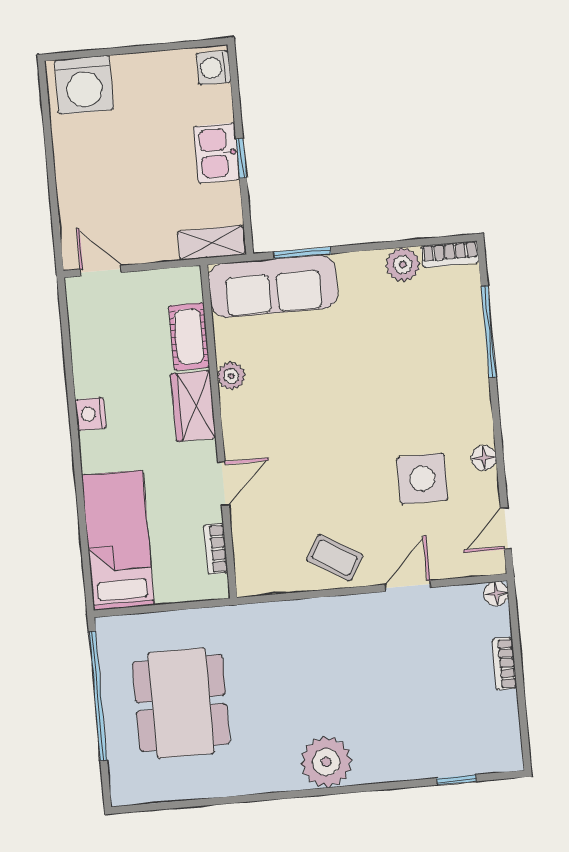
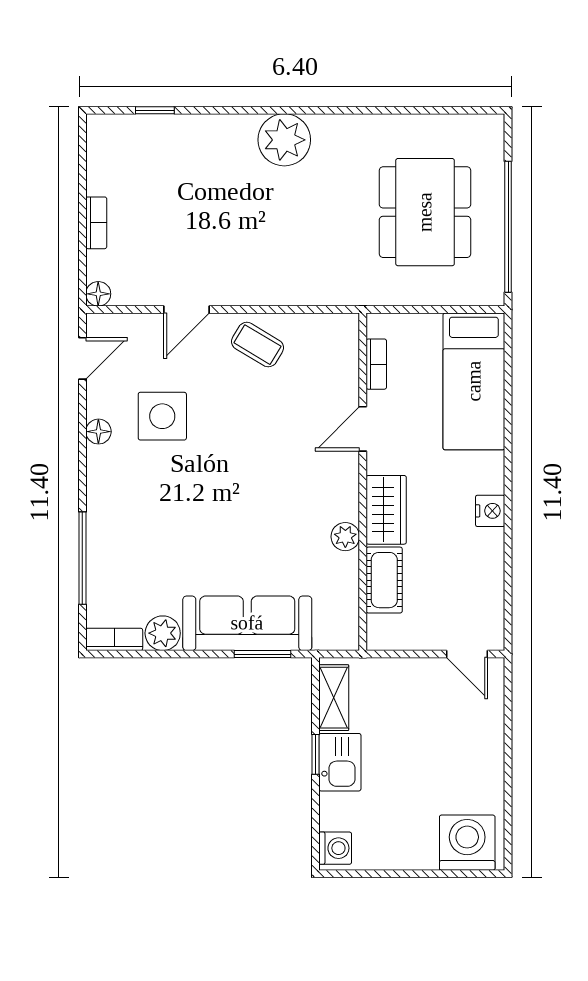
shelving: (211, 243) -> (334, 698), moved, turned 90
sofa: (273, 286) -> (247, 623), moved

